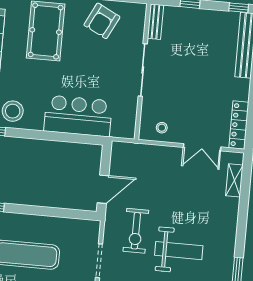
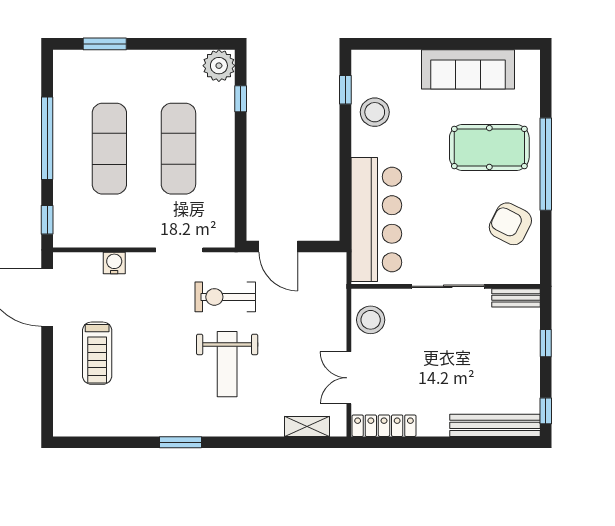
bar counter: (78, 116) -> (376, 219), width x1.36
stool: (162, 128) -> (371, 320), width x1.89, depth x1.89
weight bench: (179, 251) -> (227, 364), moved

